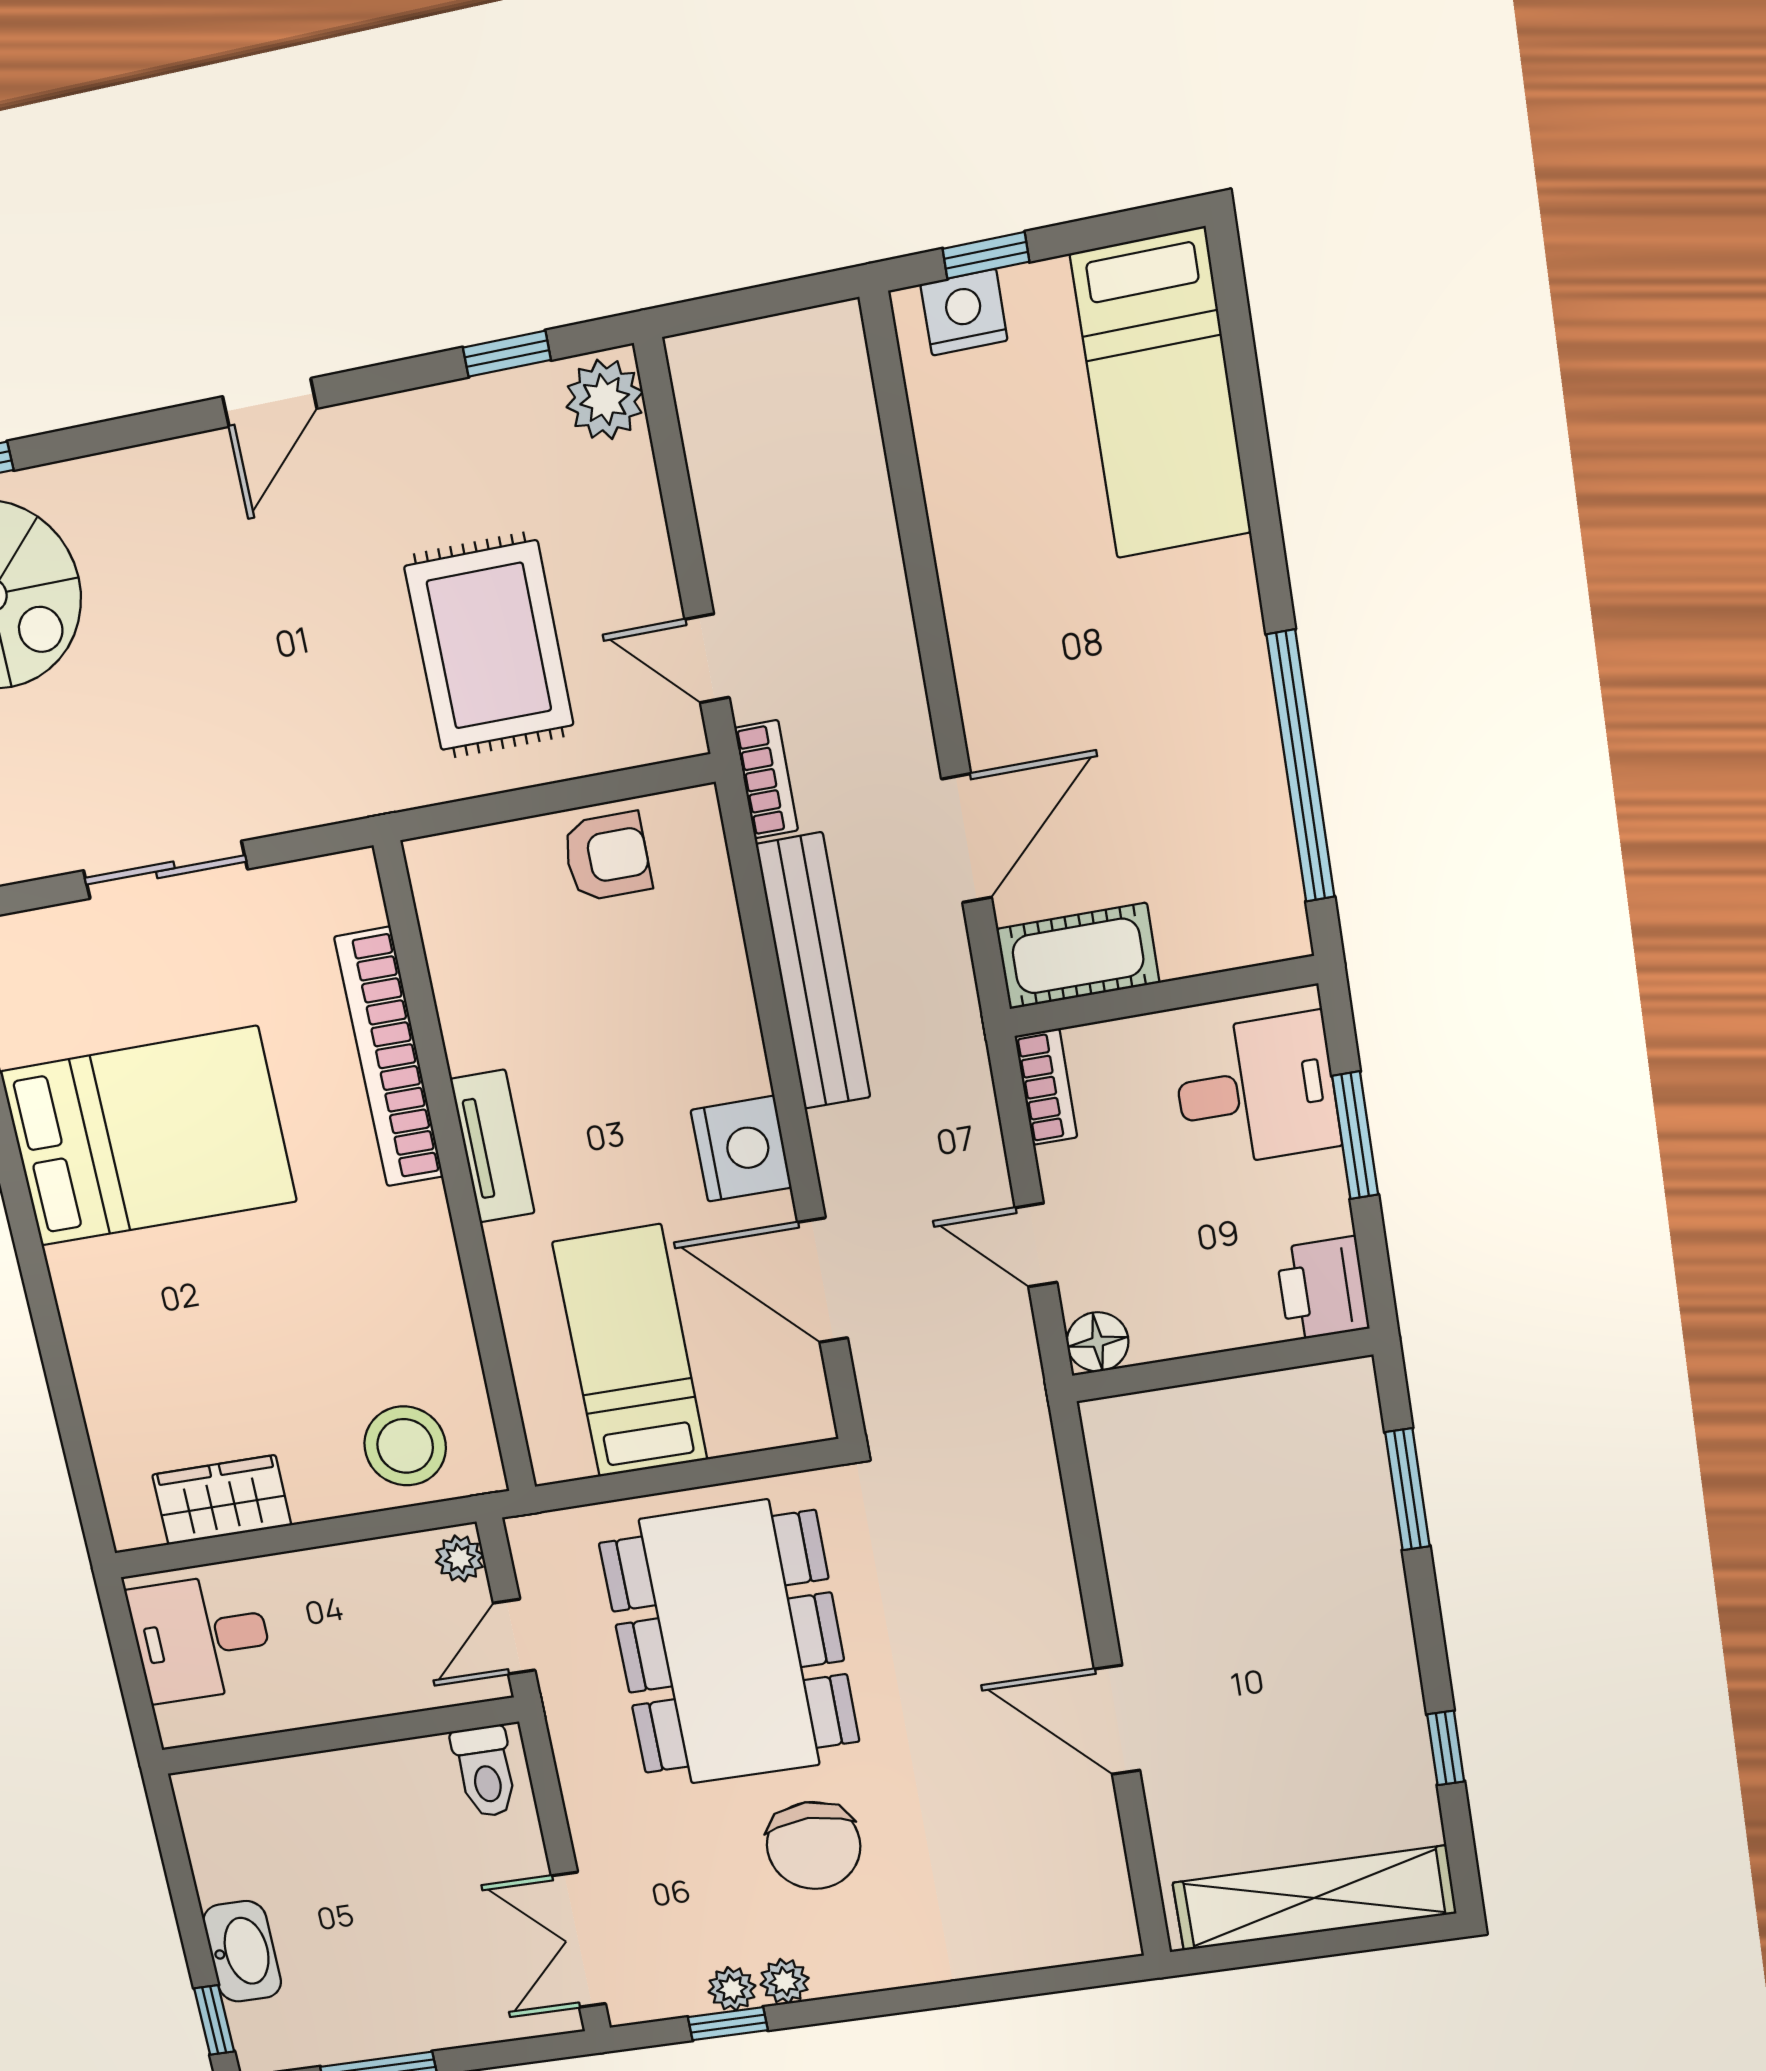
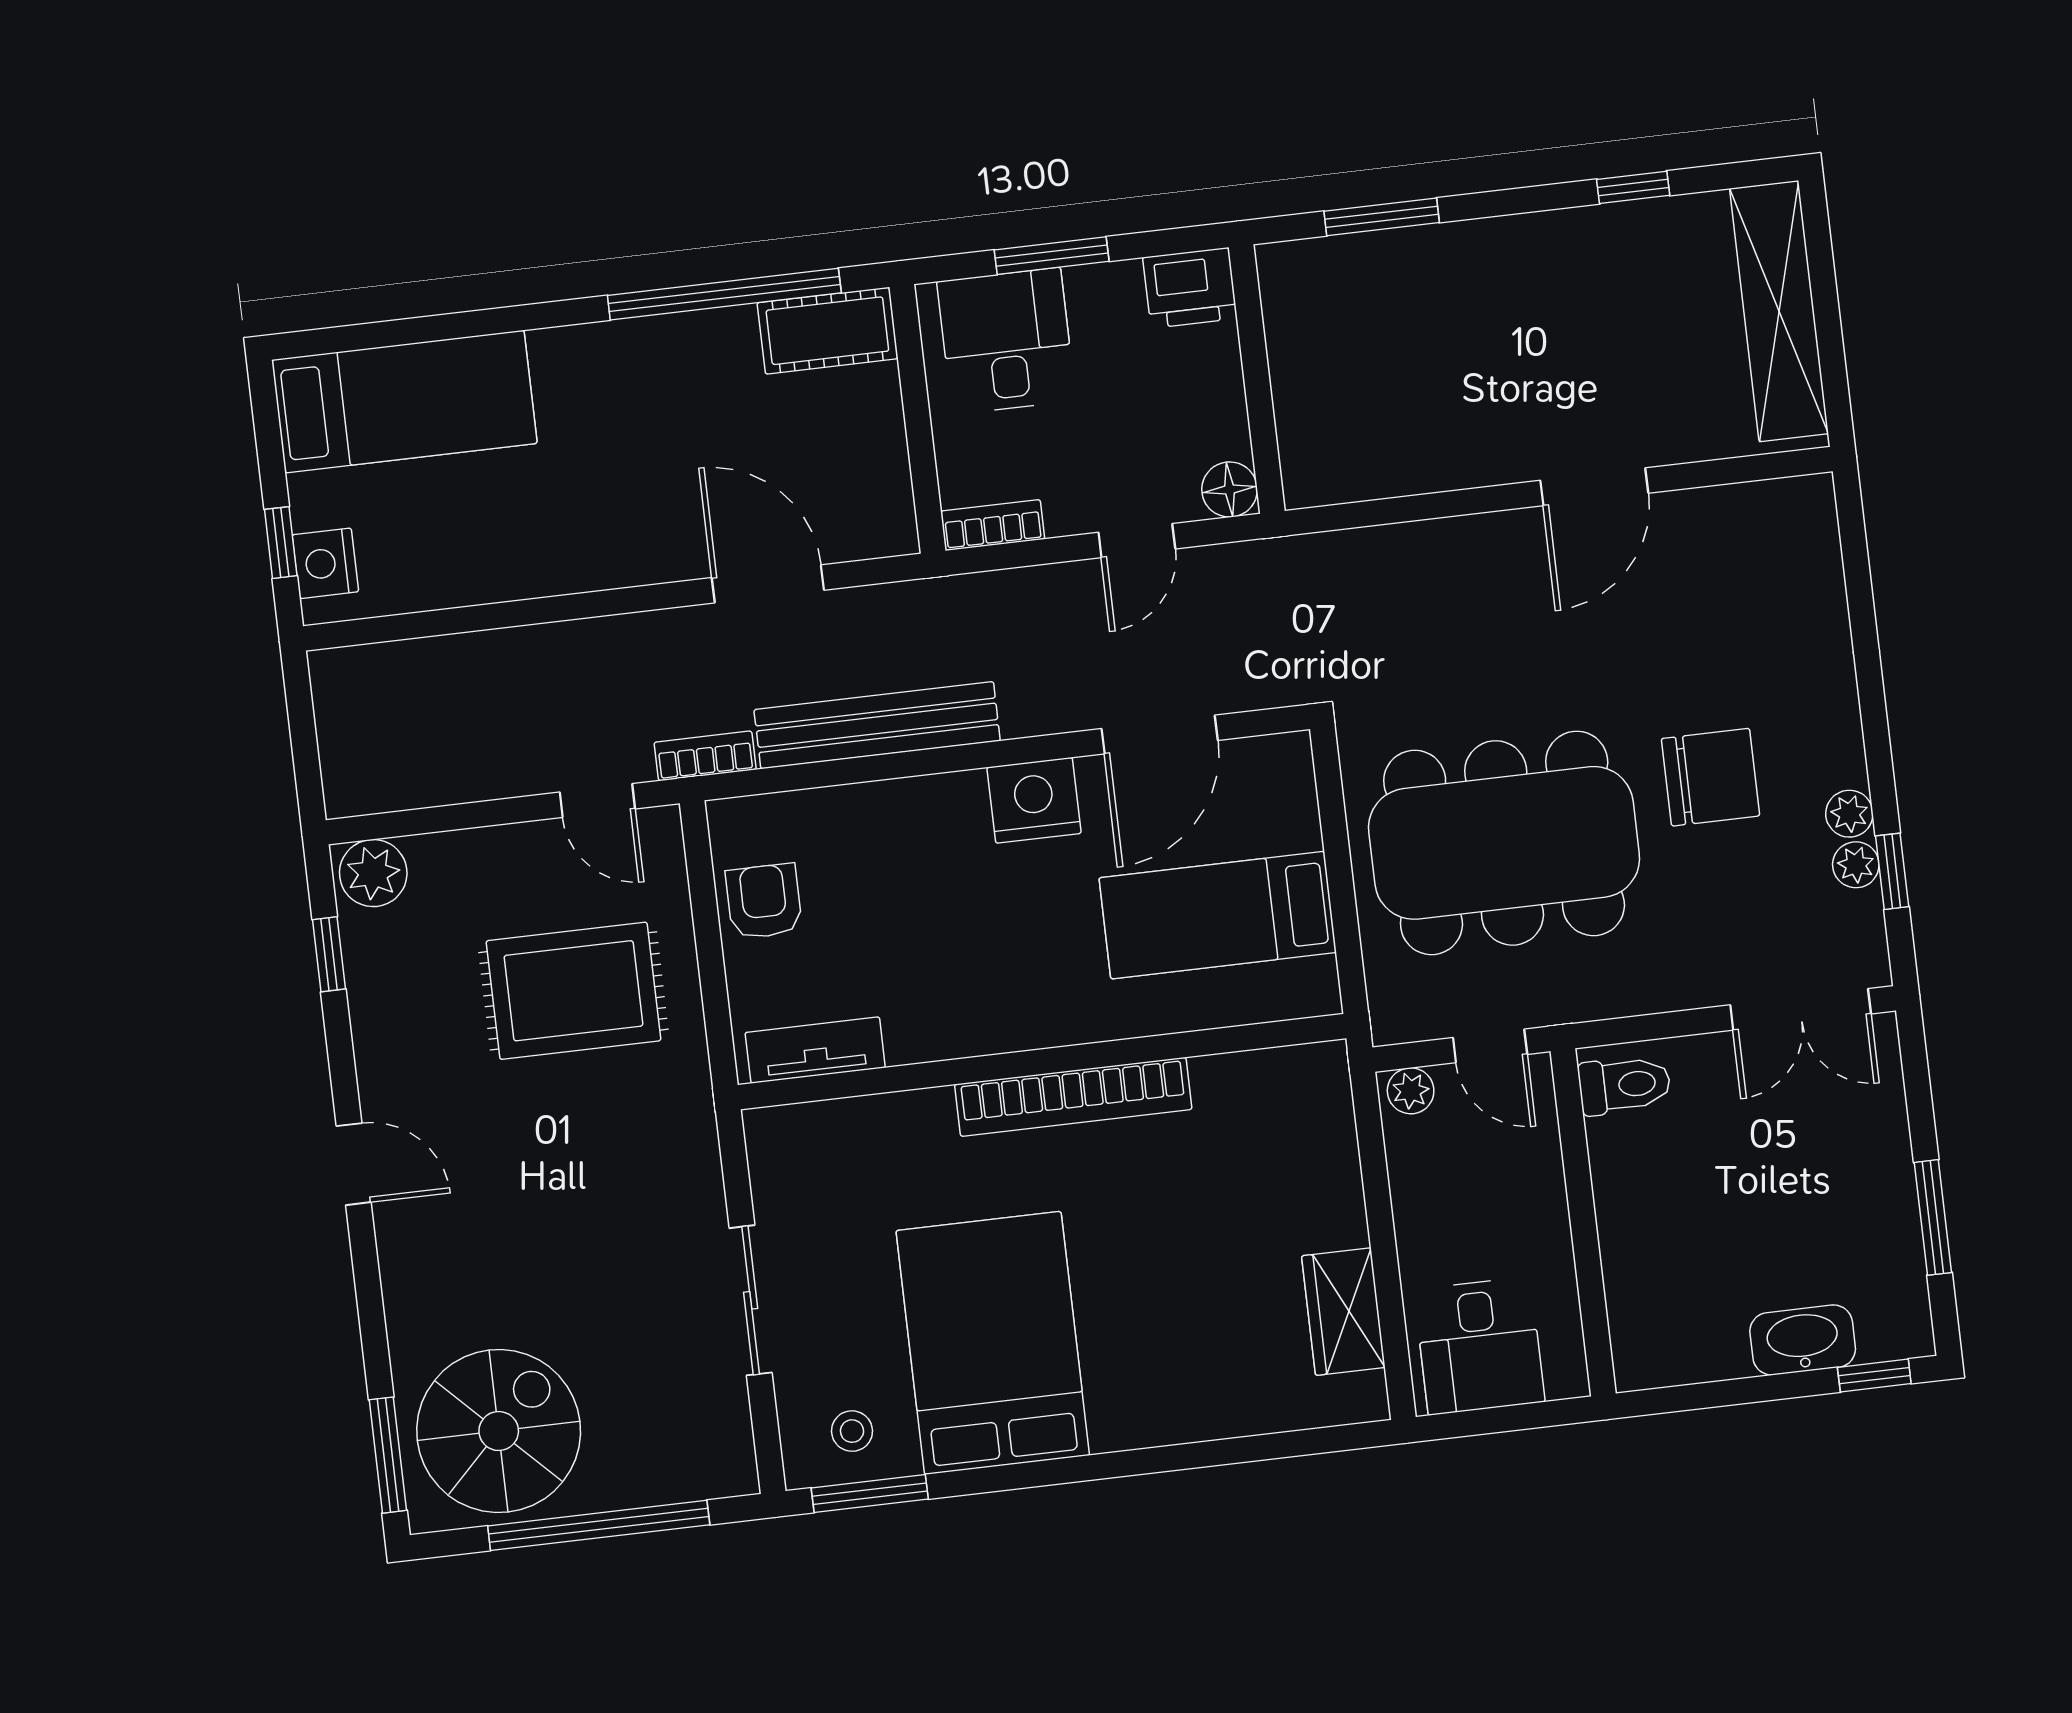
door: (707, 658) -> (597, 801), hinge flipped
cot: (1078, 956) -> (827, 331), moved, turned 90
bookcase: (389, 1057) -> (1073, 1097), moved
tv unit: (492, 1146) -> (815, 1050), moved
stool: (405, 1446) -> (852, 1431), moved, width x0.53, depth x0.53

